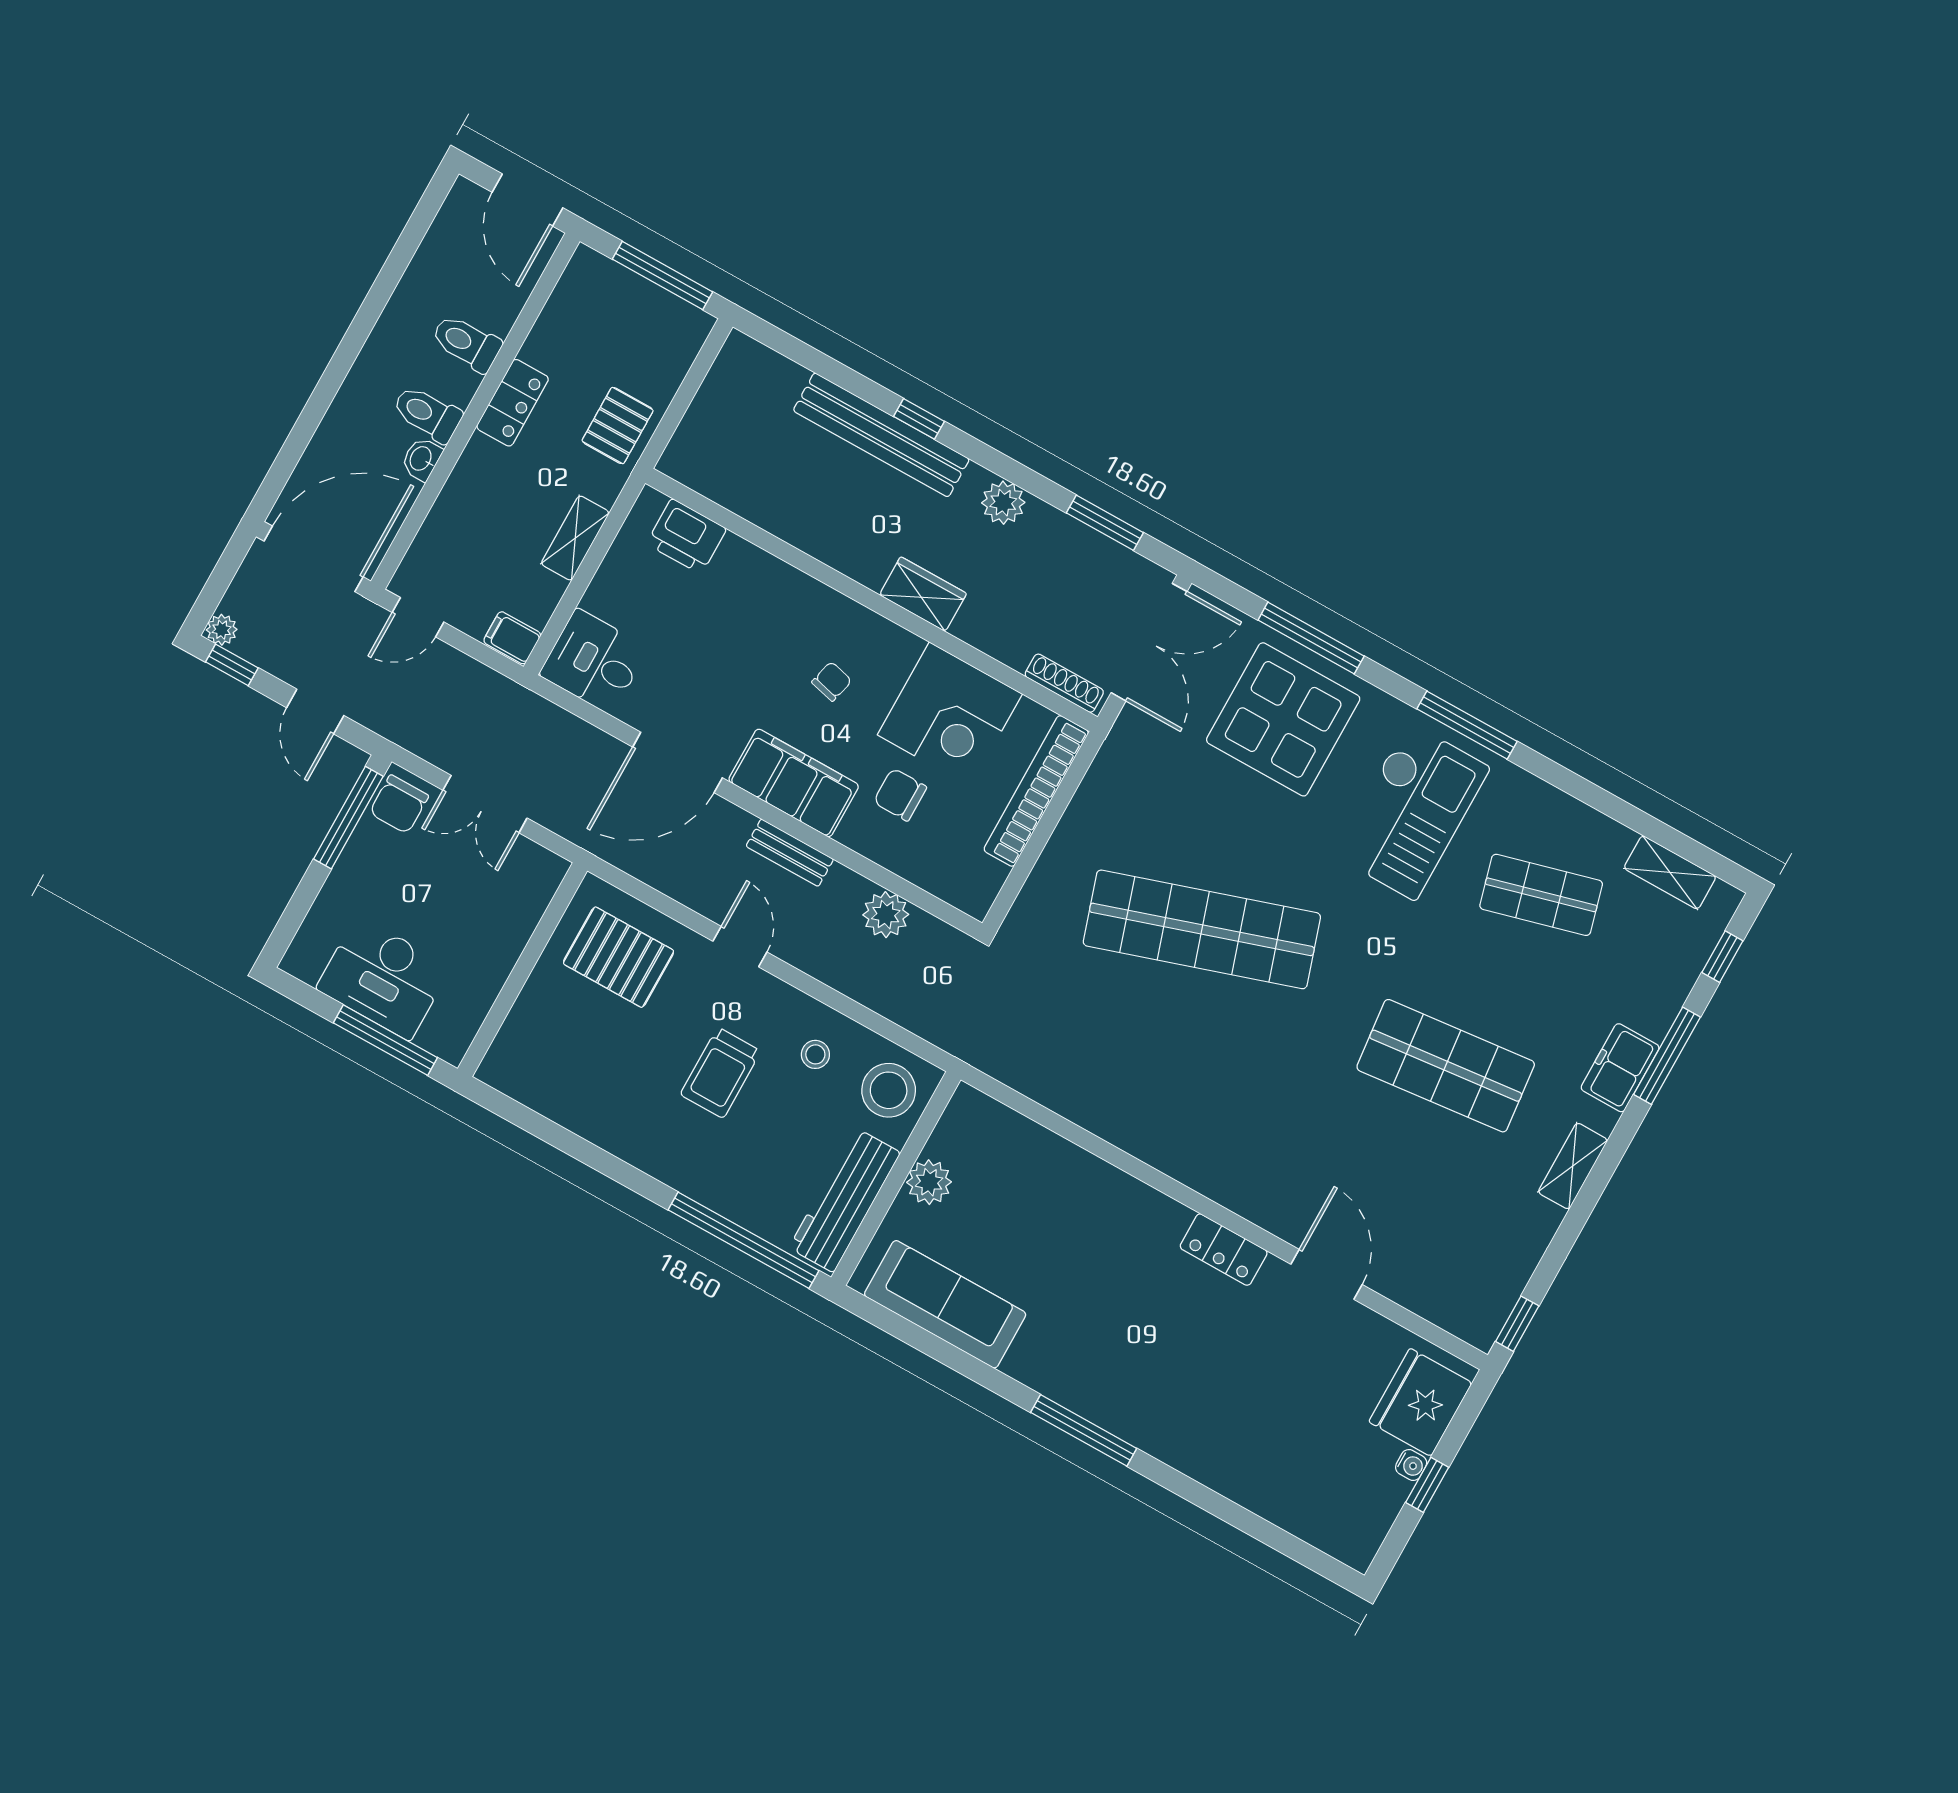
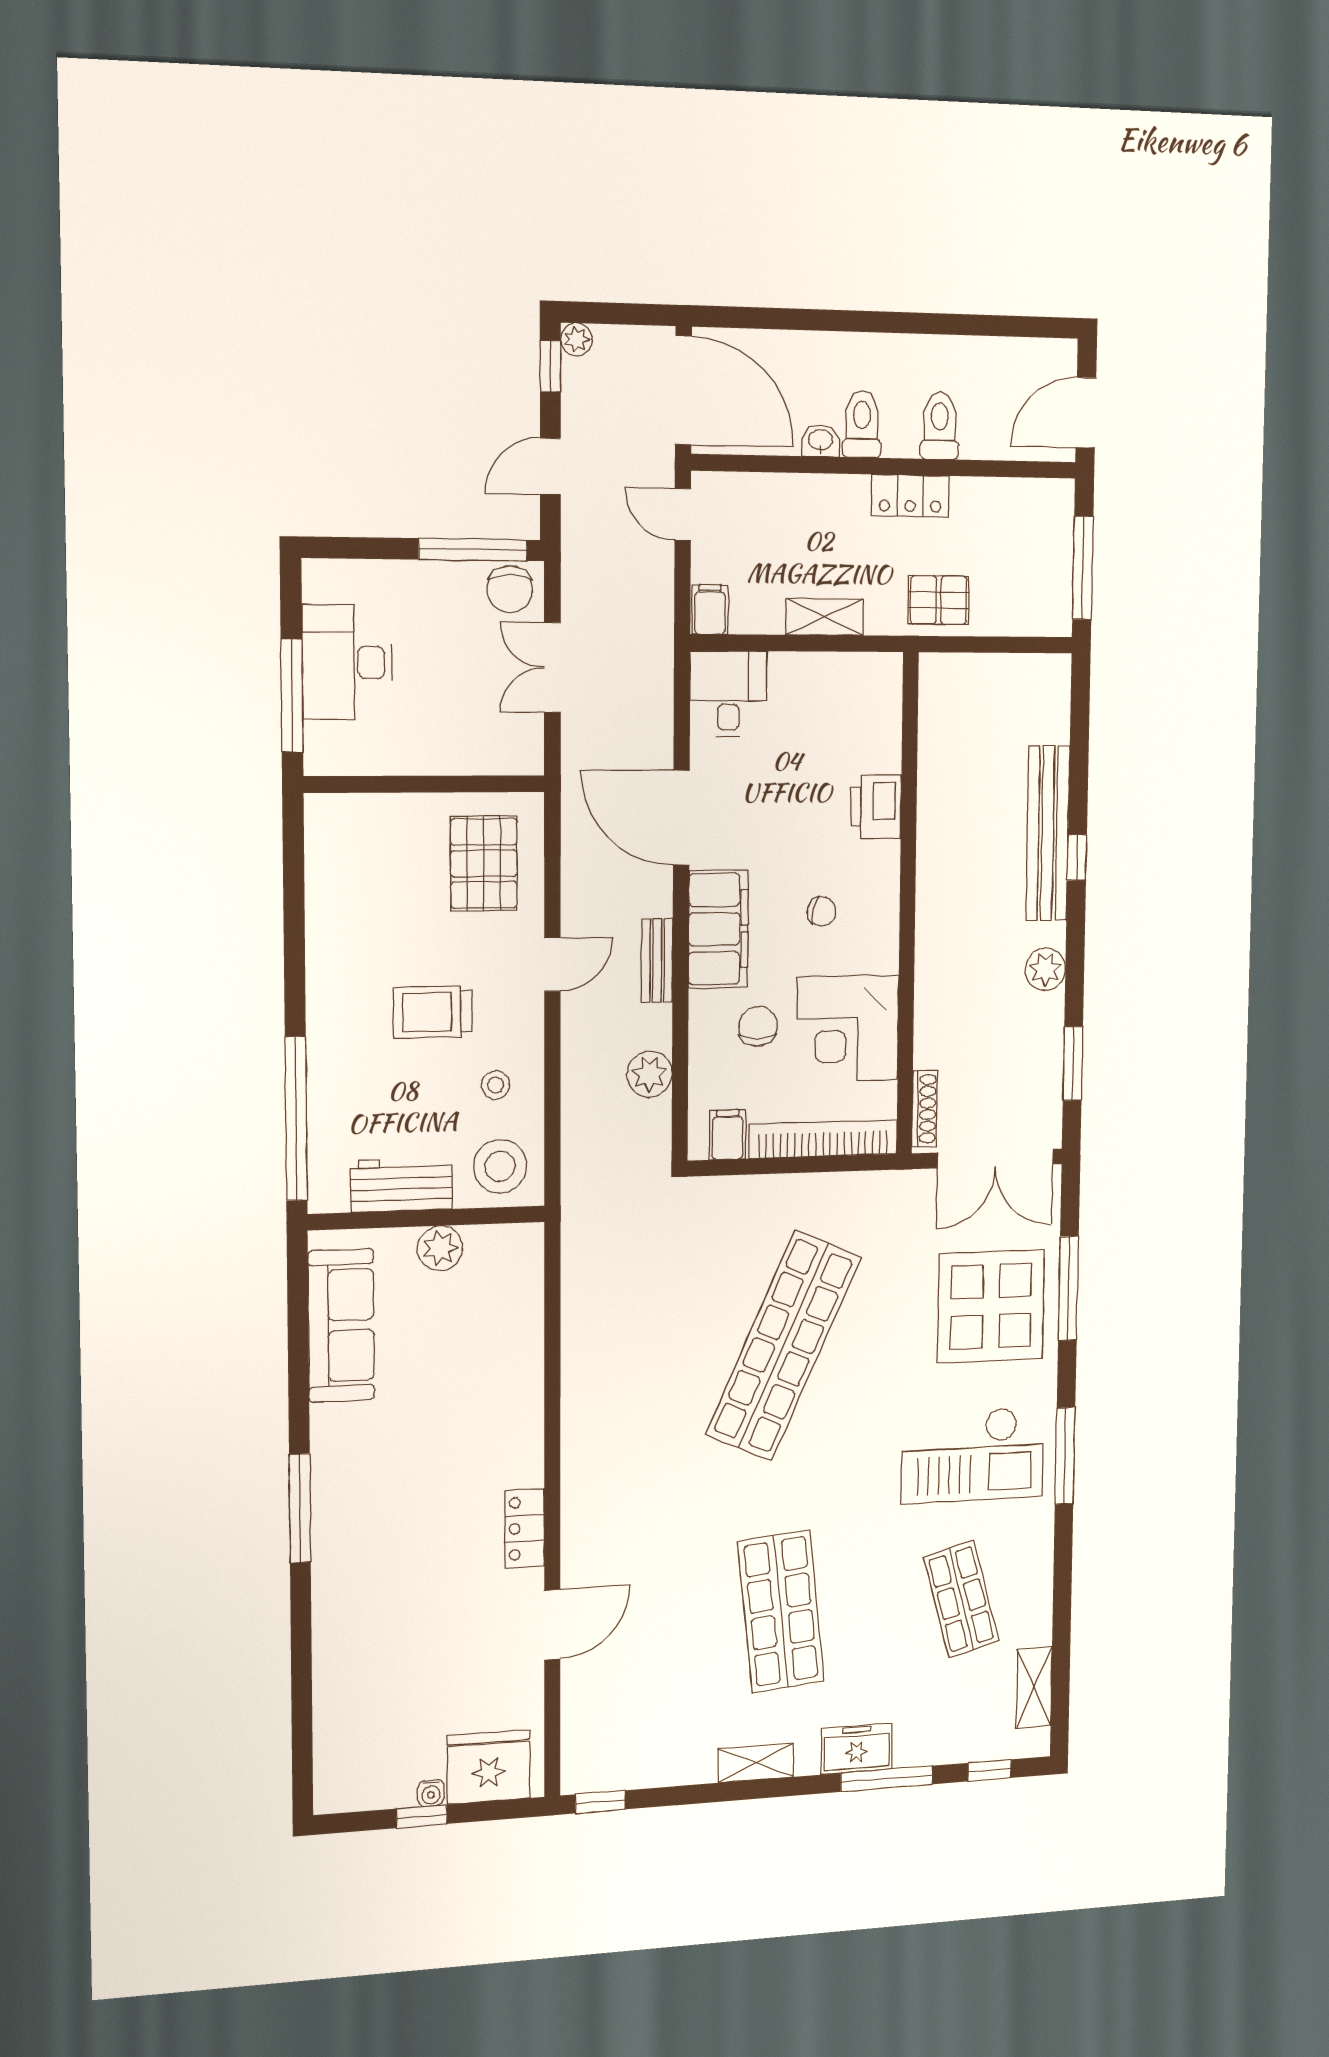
printer: (686, 536) -> (876, 807), moved
wardrobe: (923, 594) -> (935, 946), removed
chair: (399, 804) -> (510, 589), turned -90
filing cabinet: (981, 875) -> (728, 1135), added
shop shelf: (1202, 929) -> (783, 1346), turned 42
workbench: (845, 1200) -> (402, 1185), width x0.73

